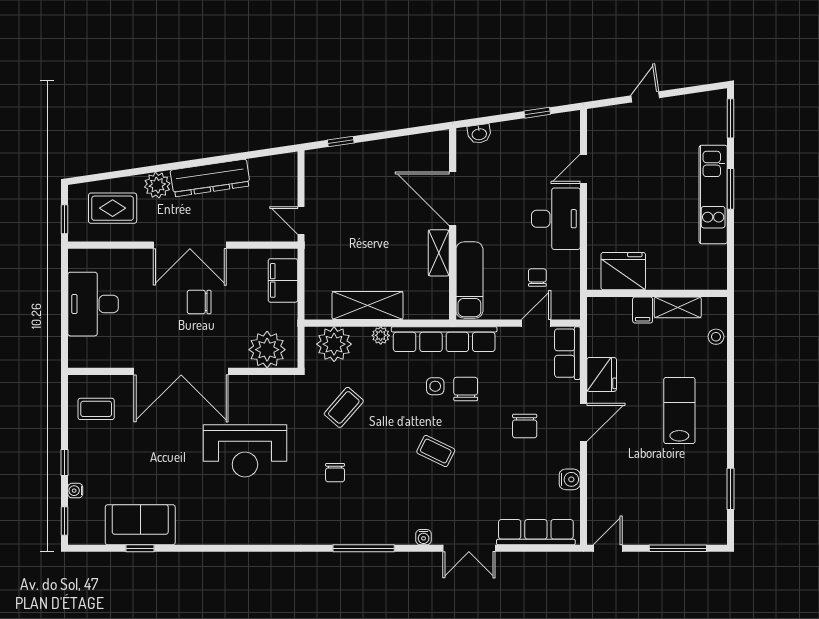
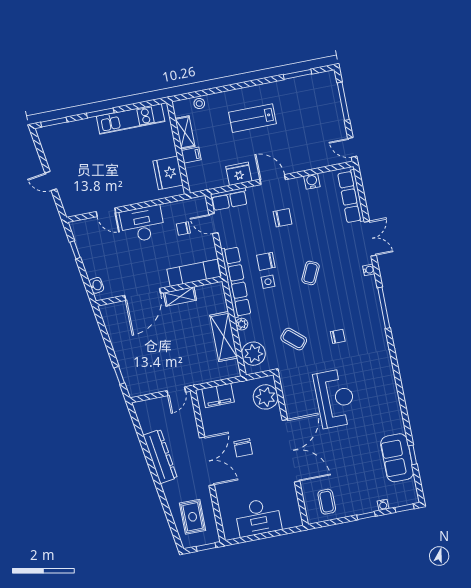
plant: (157, 185) -> (172, 490), removed
kitchen unit: (713, 194) -> (131, 119), moved

